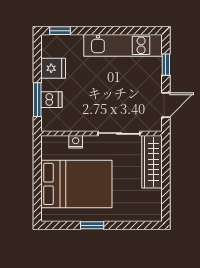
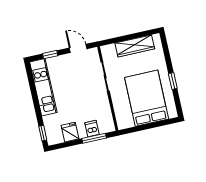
nightstand: (76, 142) -> (117, 105), removed
wardrobe: (152, 162) -> (135, 46), moved

